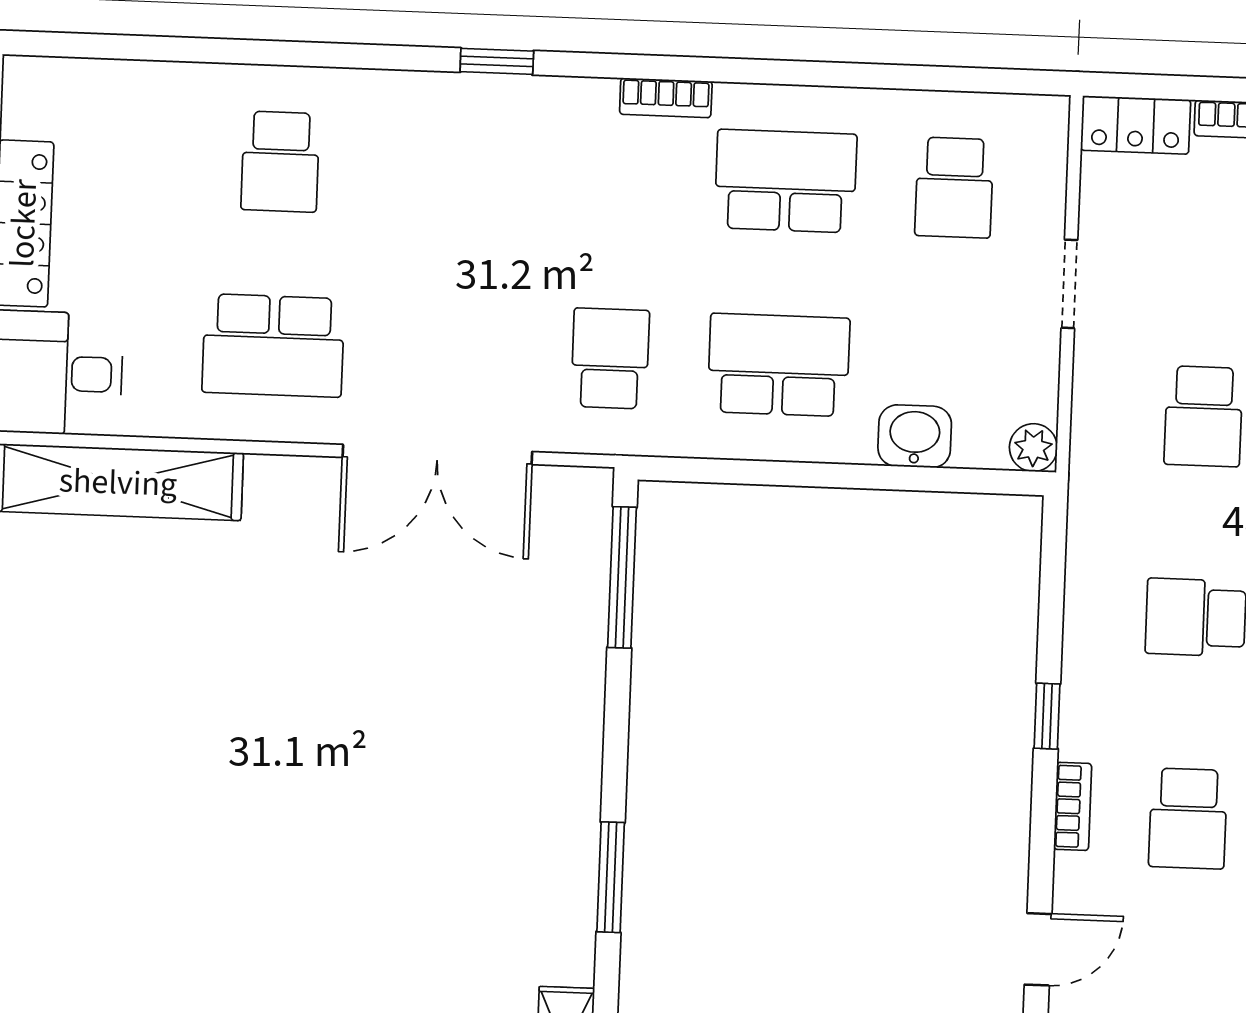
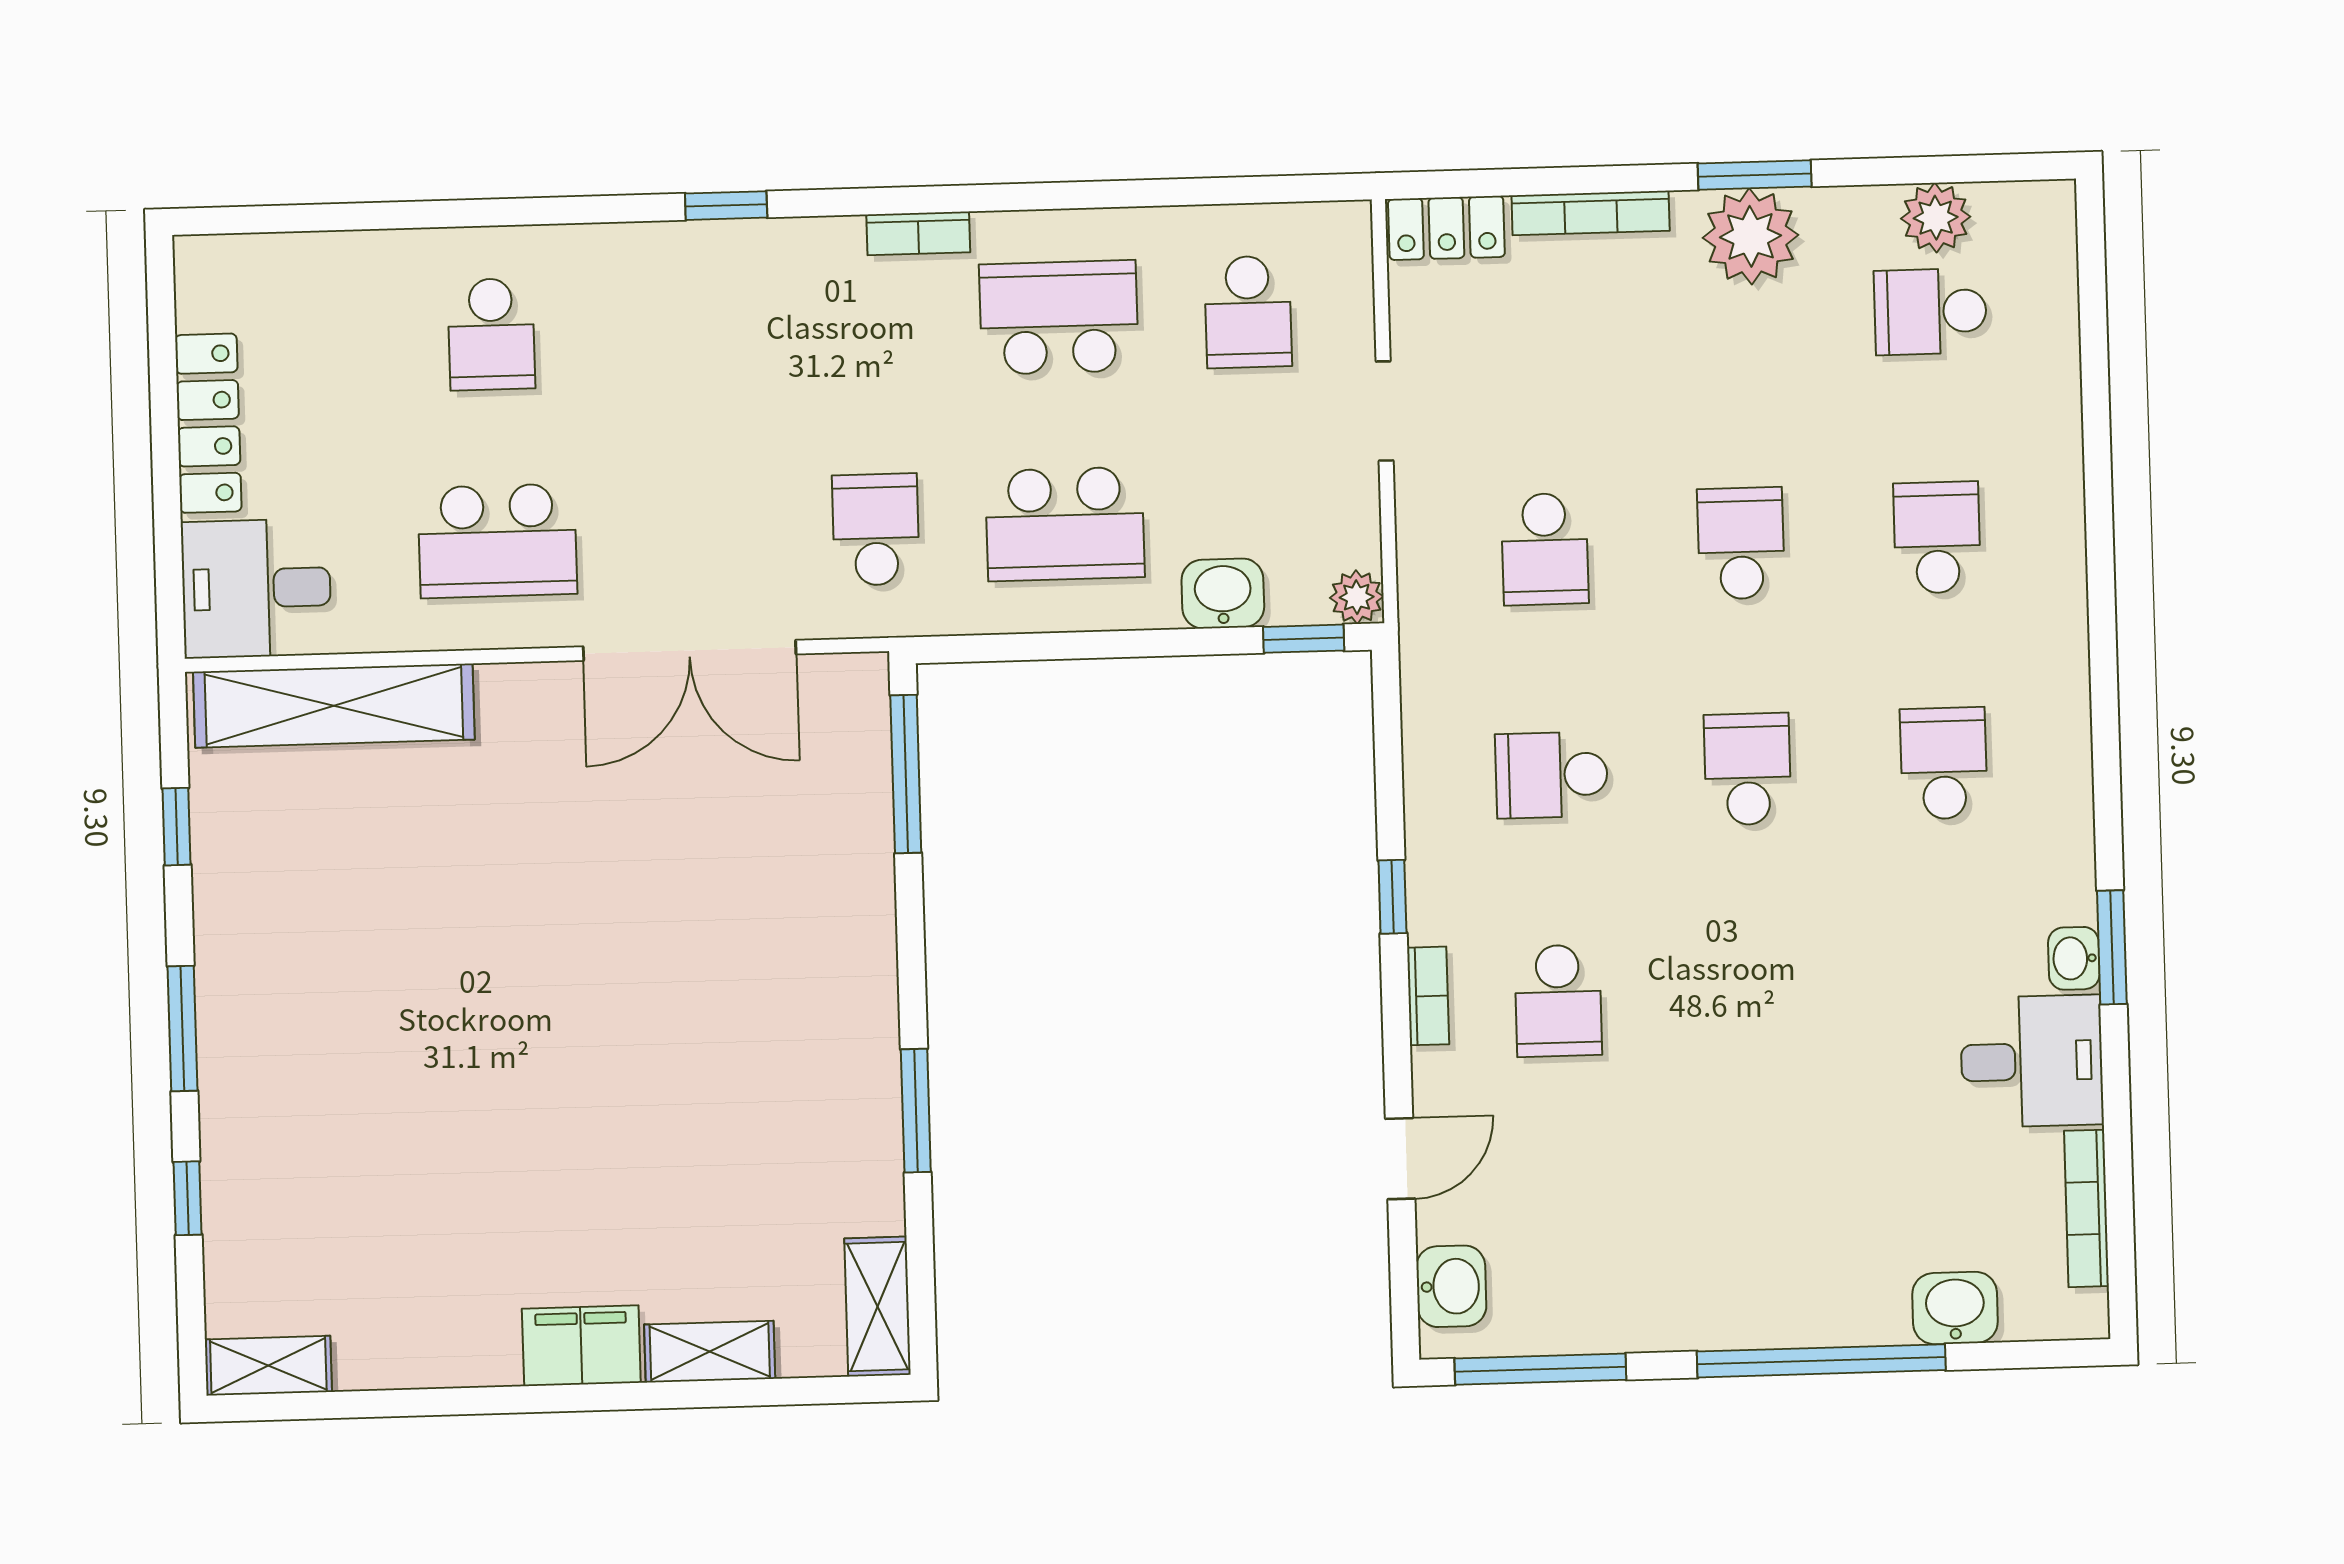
school desk: (779, 365) -> (1065, 524), turned 180
window: (984, 481) -> (1304, 639), added

